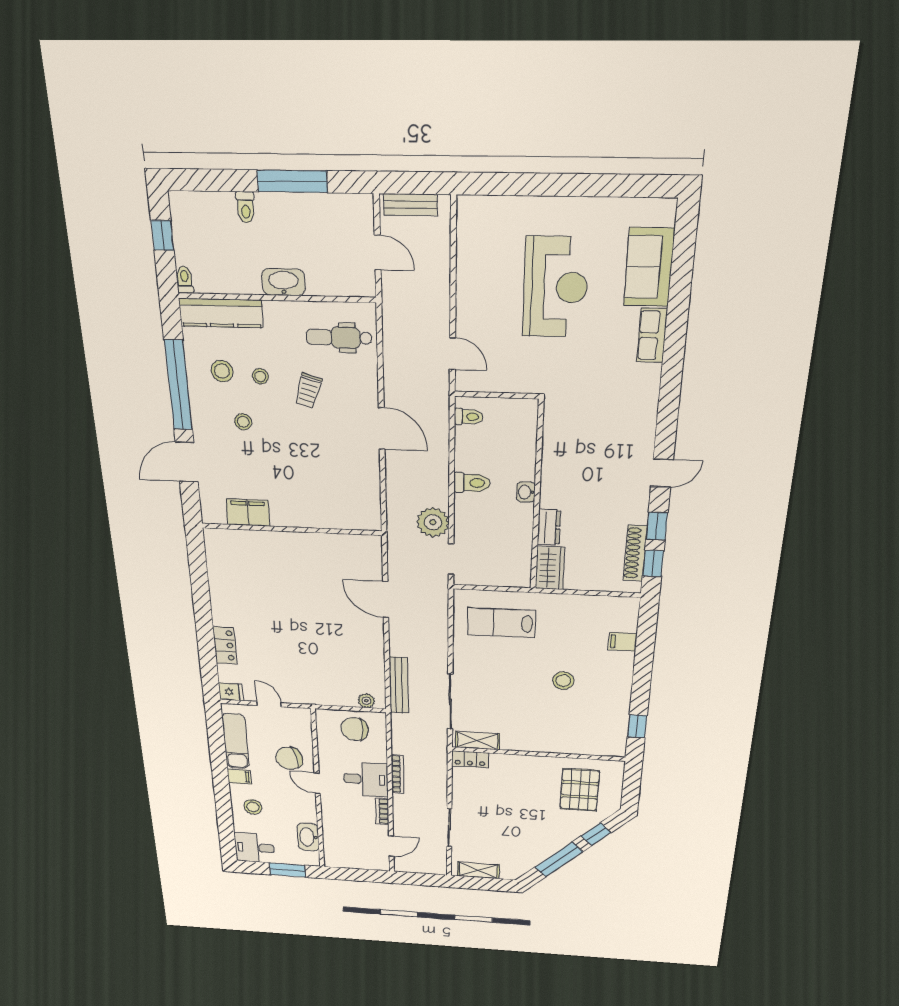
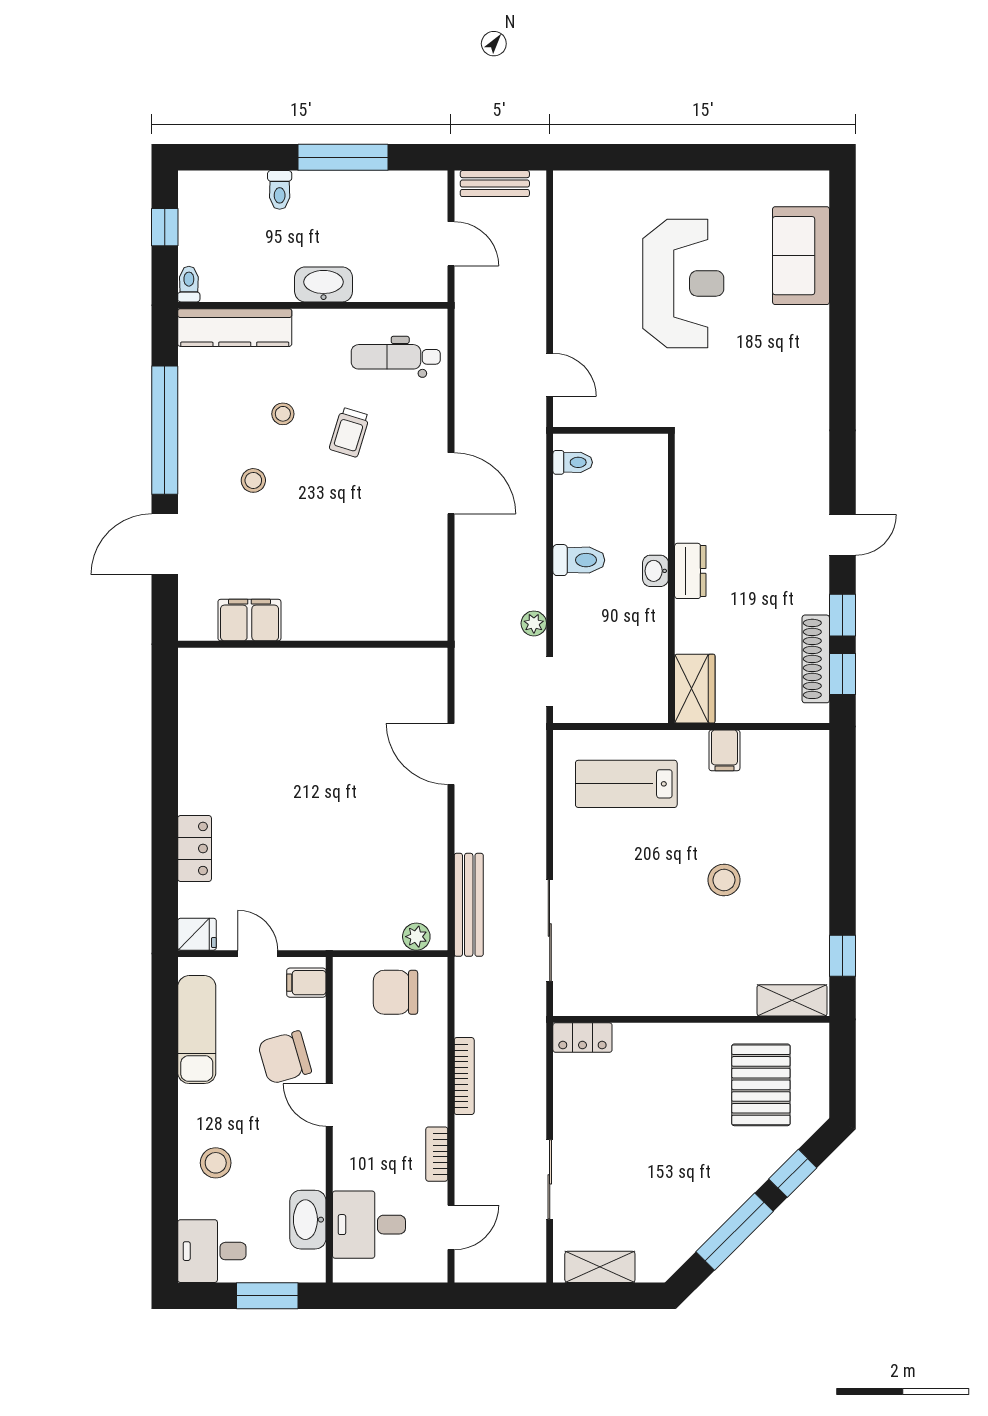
row of seats: (652, 335) -> (812, 343), removed
stool: (222, 371) -> (229, 408), removed
plant: (433, 522) -> (534, 623), width x0.53, depth x0.53
dresser: (549, 527) -> (690, 571), moved
filing cabinet: (623, 642) -> (724, 750), moved, turned -90
shelving: (477, 741) -> (792, 1000), moved
filing cabinet: (239, 777) -> (306, 983), moved, turned 180
desk: (366, 779) -> (369, 1225), moved, turned 180

